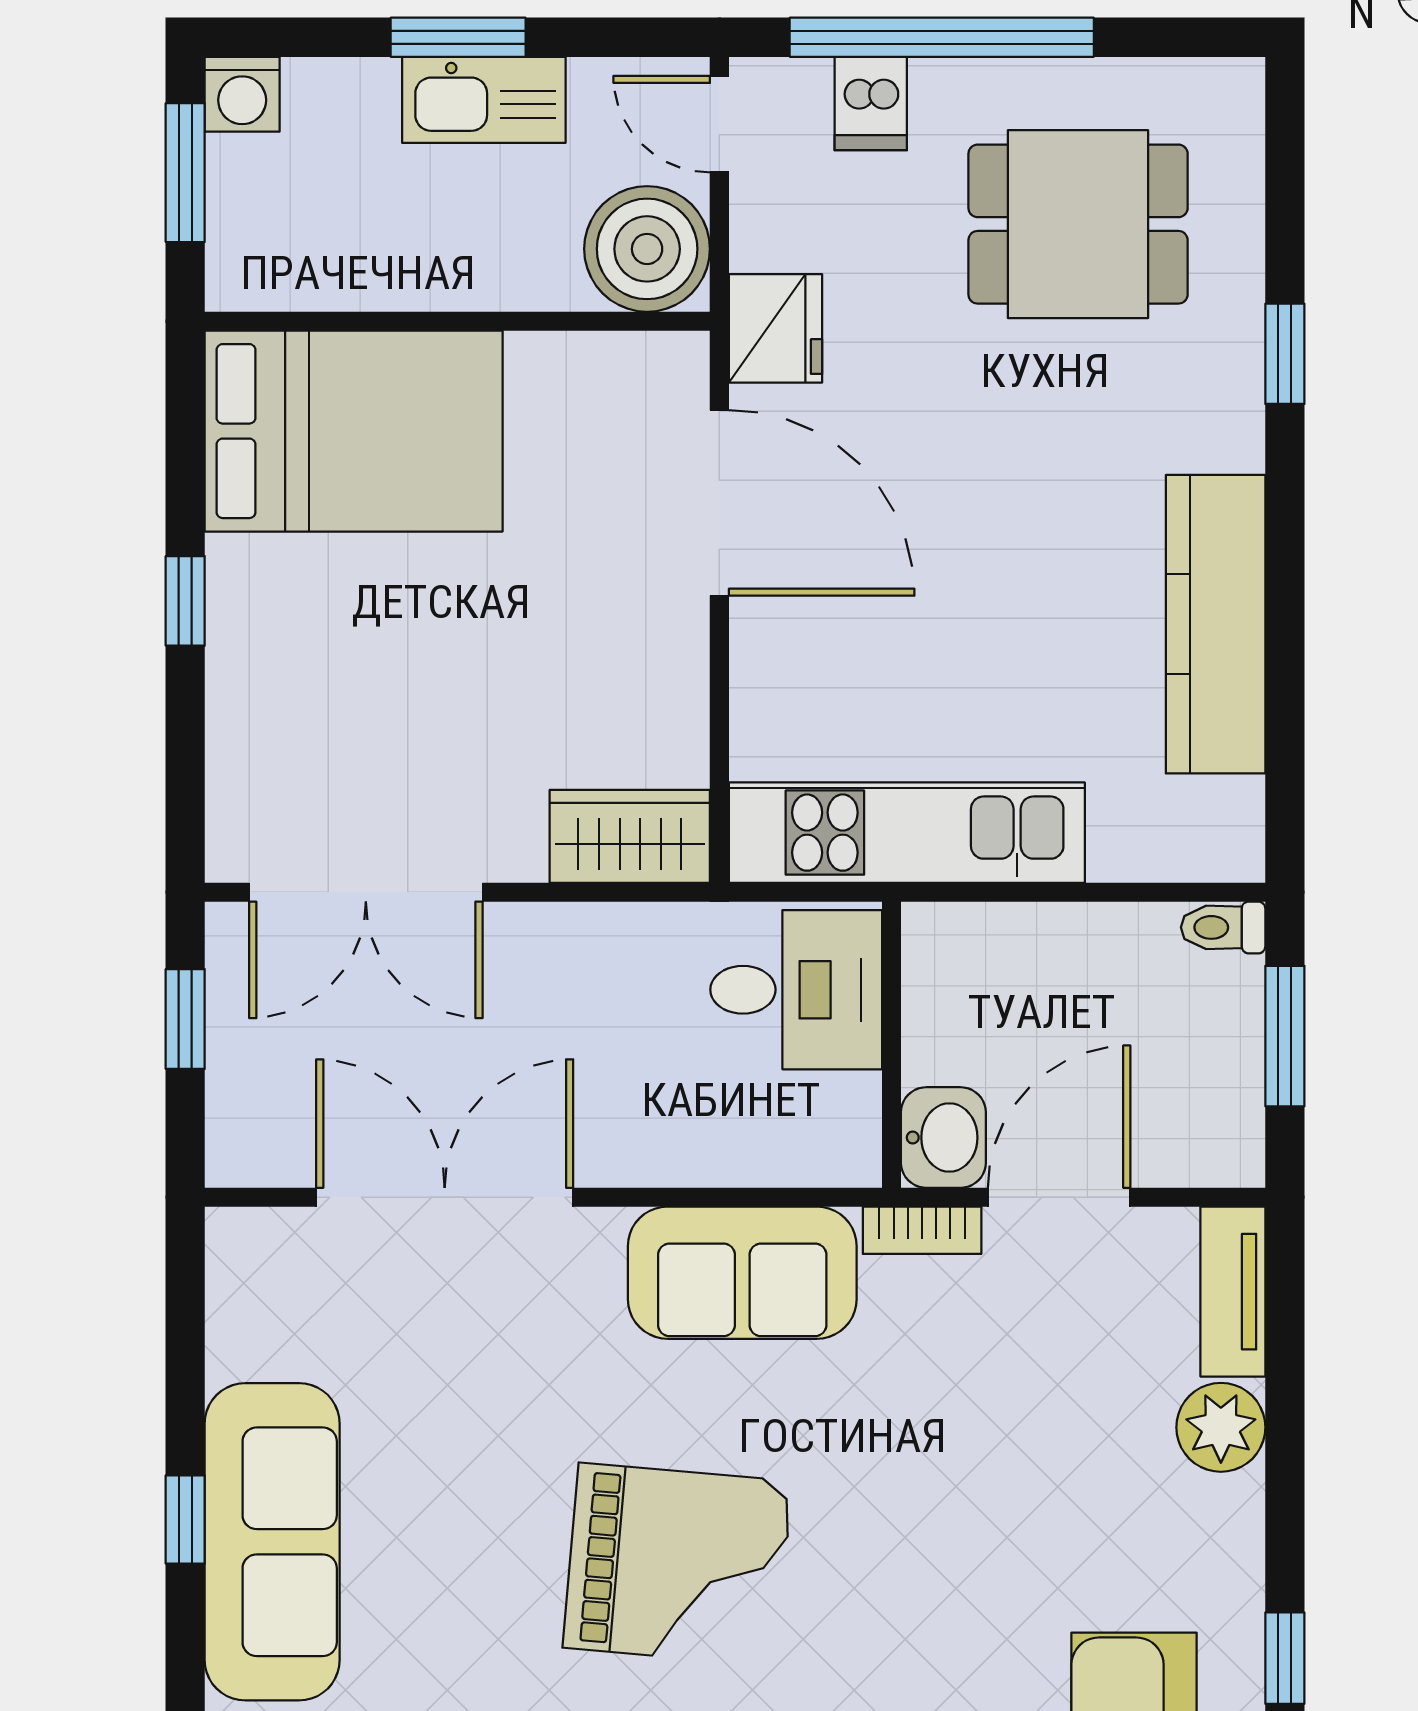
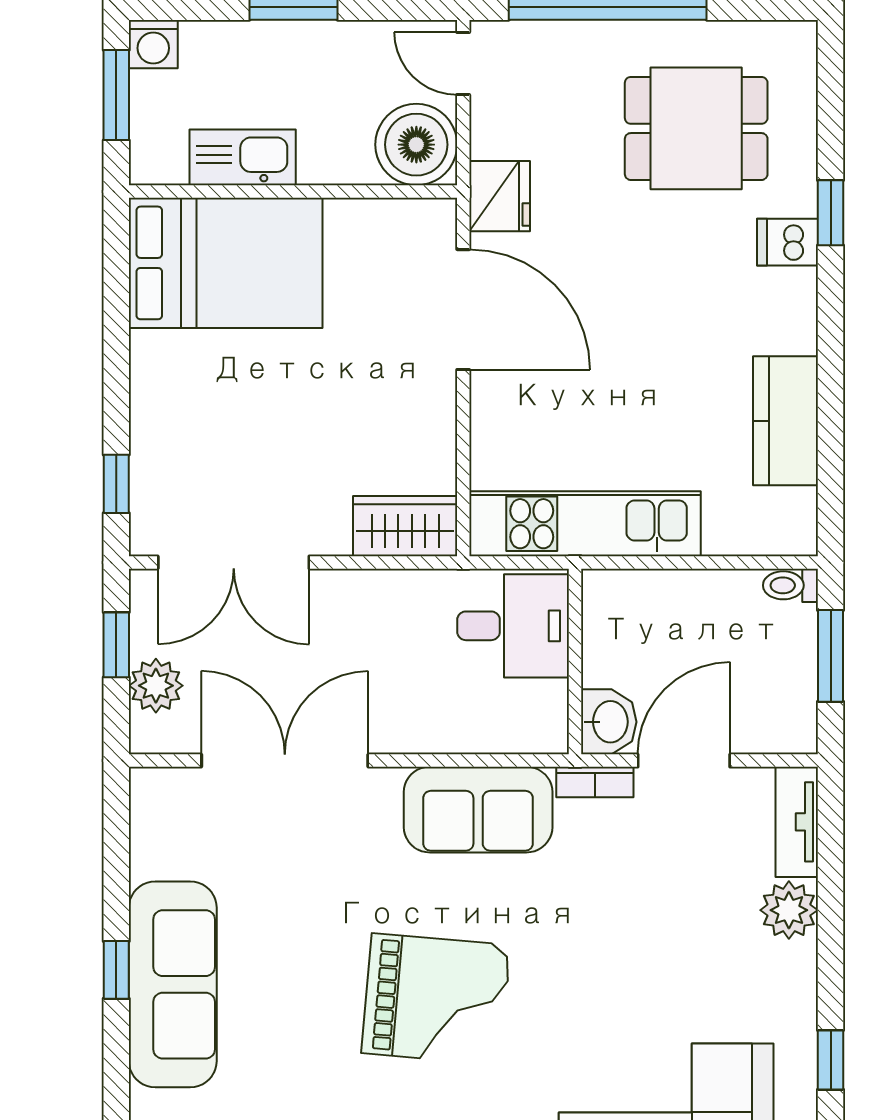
kitchen sink: (484, 100) -> (243, 157), moved, turned 180
dishwasher: (871, 103) -> (788, 242), moved, turned 90
window: (185, 601) -> (116, 484), moved
kitchen counter: (1216, 624) -> (786, 421), width x0.67
plant: (246, 1082) -> (156, 686), added

